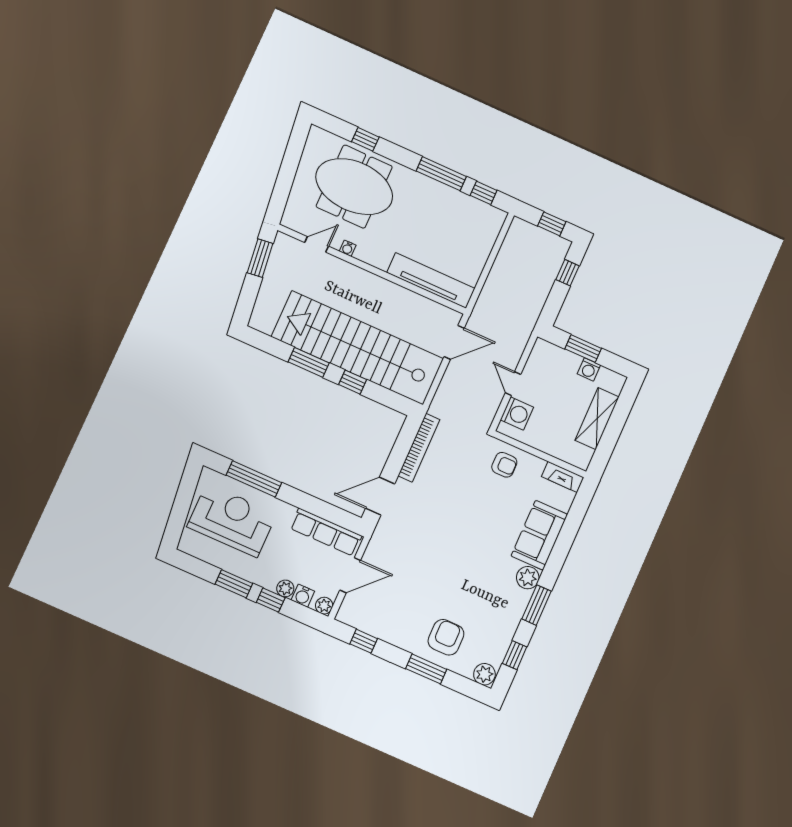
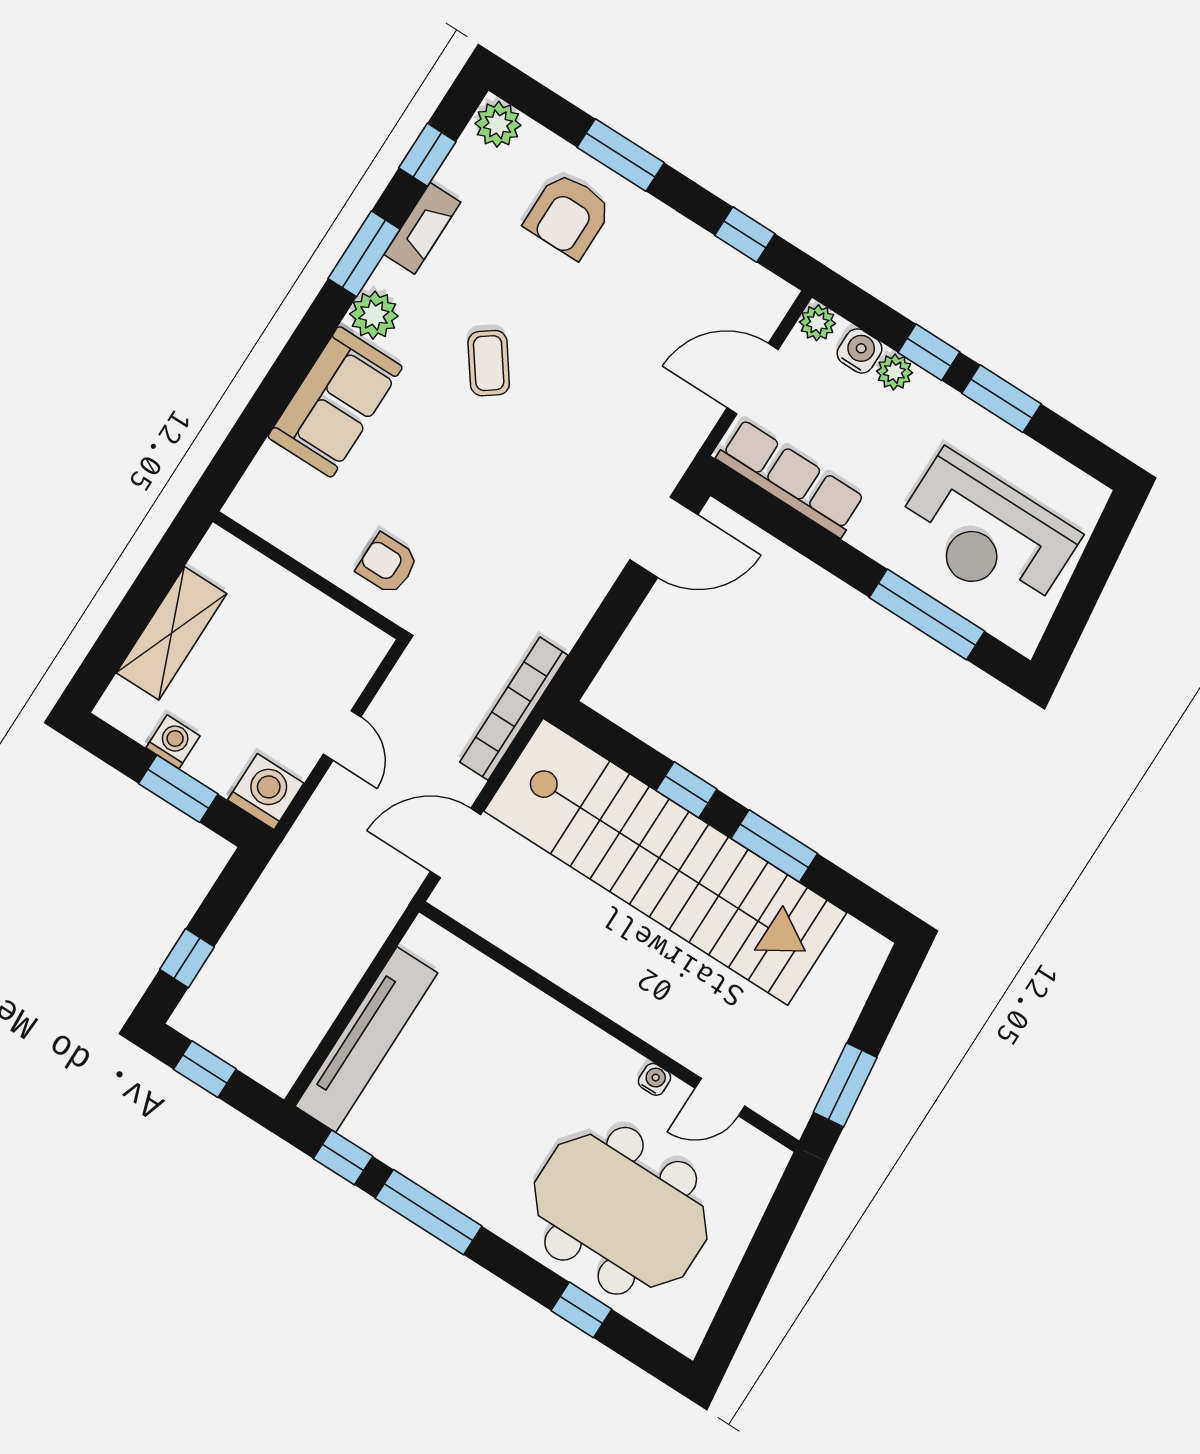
tv unit: (431, 281) -> (366, 1040), moved, turned -90
washing machine: (517, 413) -> (266, 792), moved, turned 90
bookcase: (419, 448) -> (514, 709), moved
fireplace: (563, 477) -> (422, 228), moved, turned 90
coffee table: (472, 564) -> (489, 363), added

